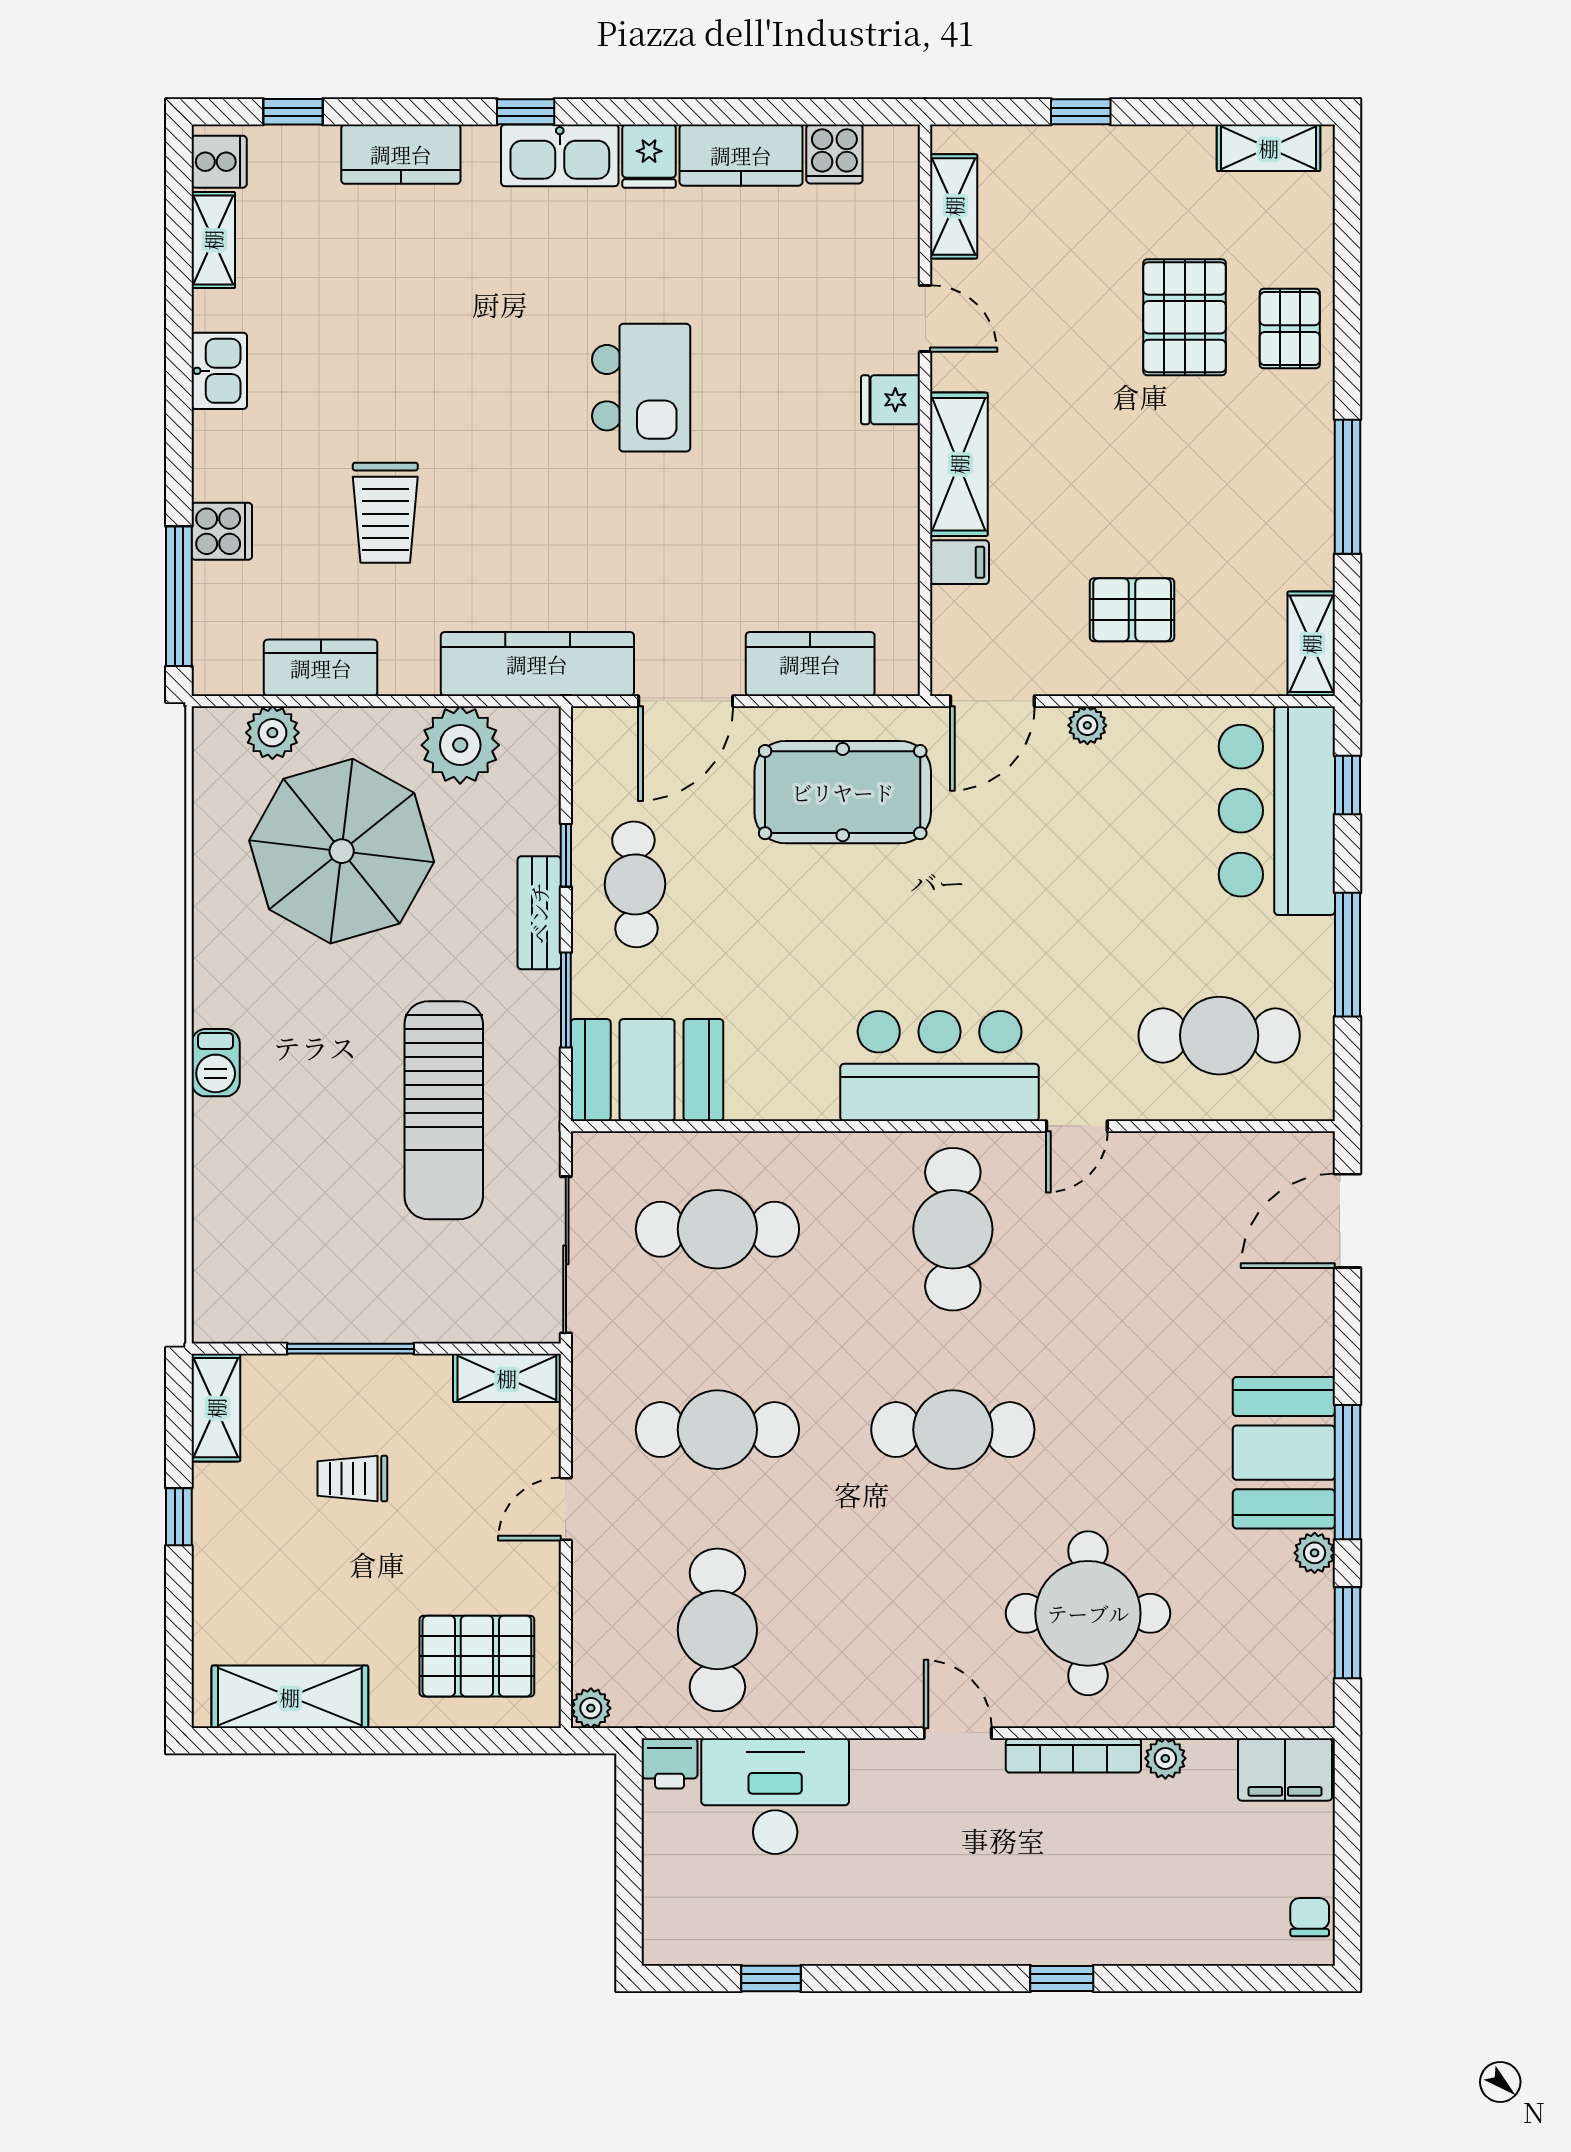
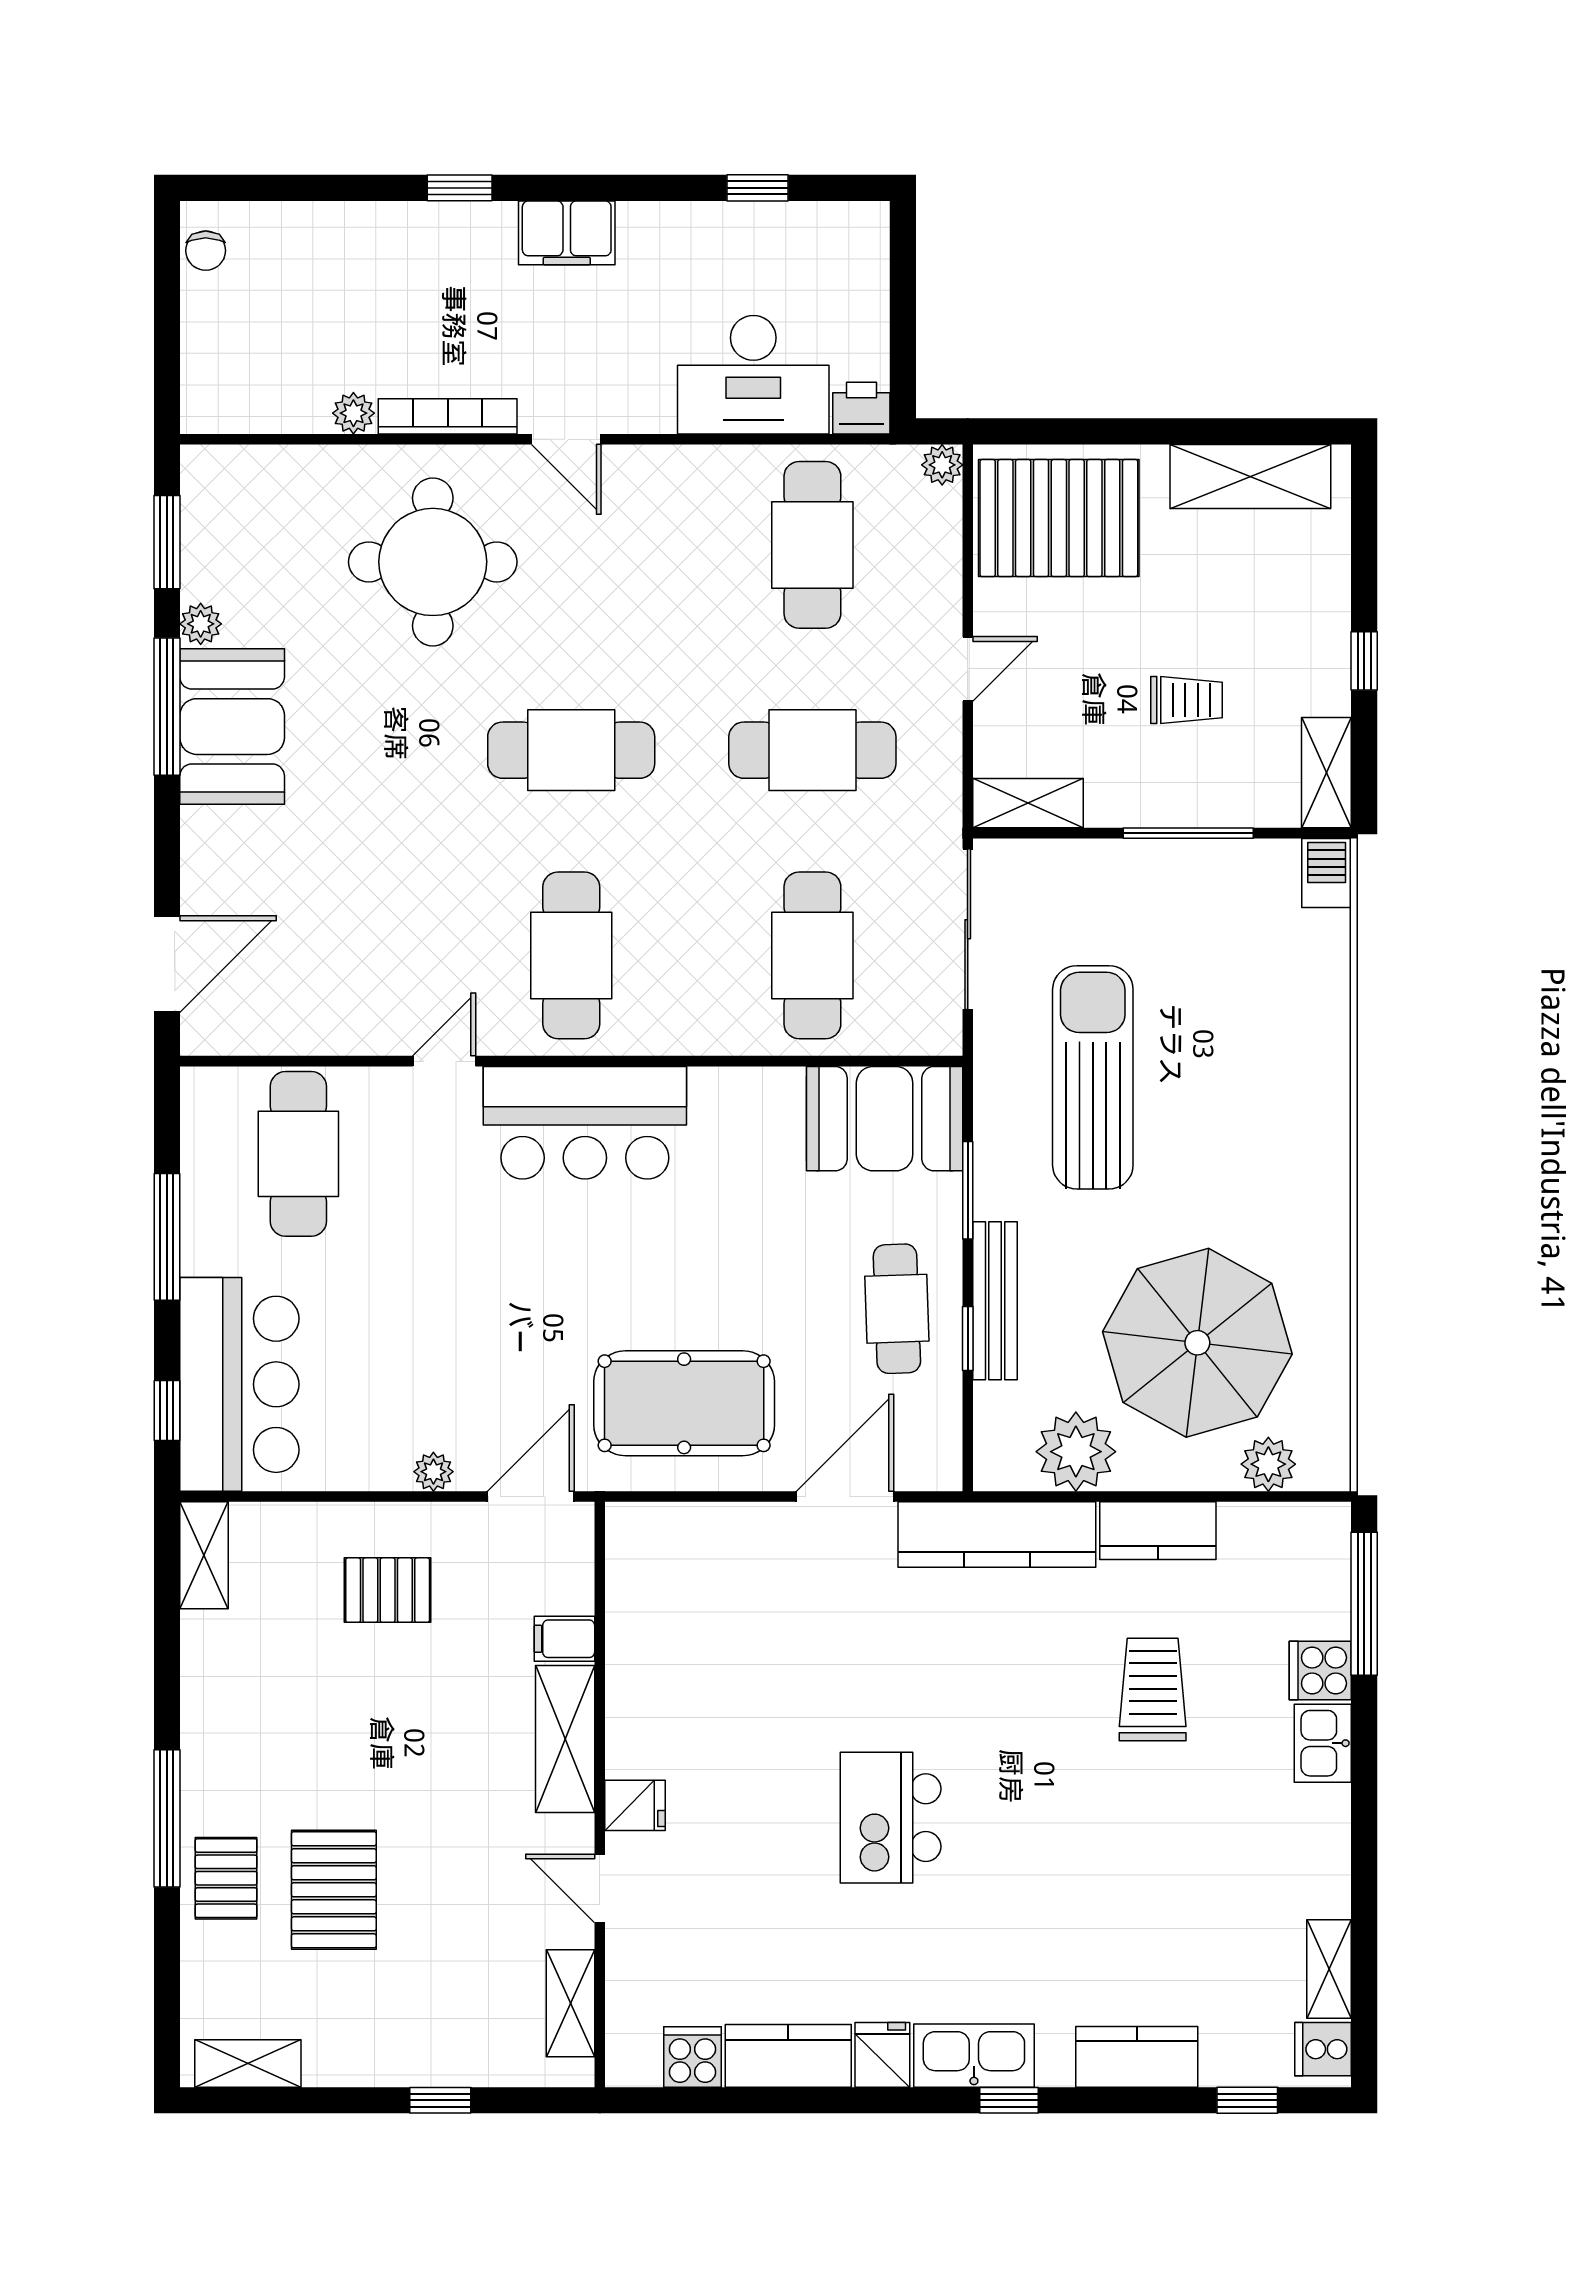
kitchen sink: (219, 371) -> (1323, 1743), moved
window: (1347, 487) -> (167, 1818), moved
kitchen counter: (810, 664) -> (717, 1535), removed
kitchen counter: (321, 668) -> (1158, 1531), moved
bench: (539, 913) -> (995, 1301), width x1.36
cafe table: (1219, 1036) -> (298, 1154), turned 90
barbecue: (216, 1063) -> (1327, 873), moved
cafe table: (717, 1229) -> (812, 955), turned 90
pallet: (477, 1656) -> (1059, 518), width x1.37, depth x1.41
filing cabinet: (1285, 1769) -> (567, 233), moved, turned 180

